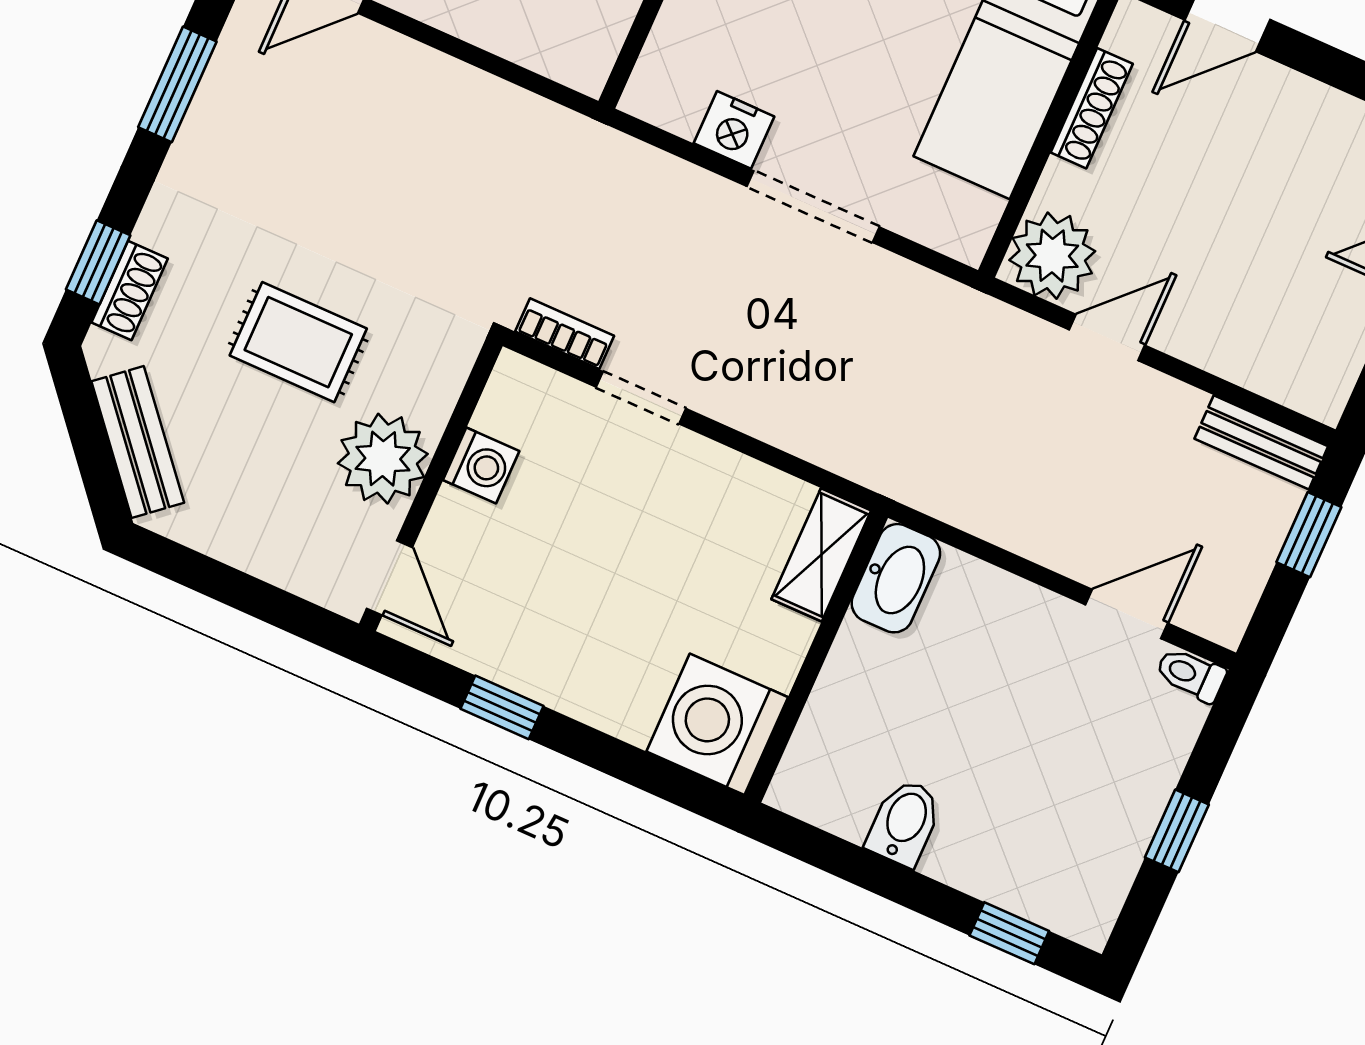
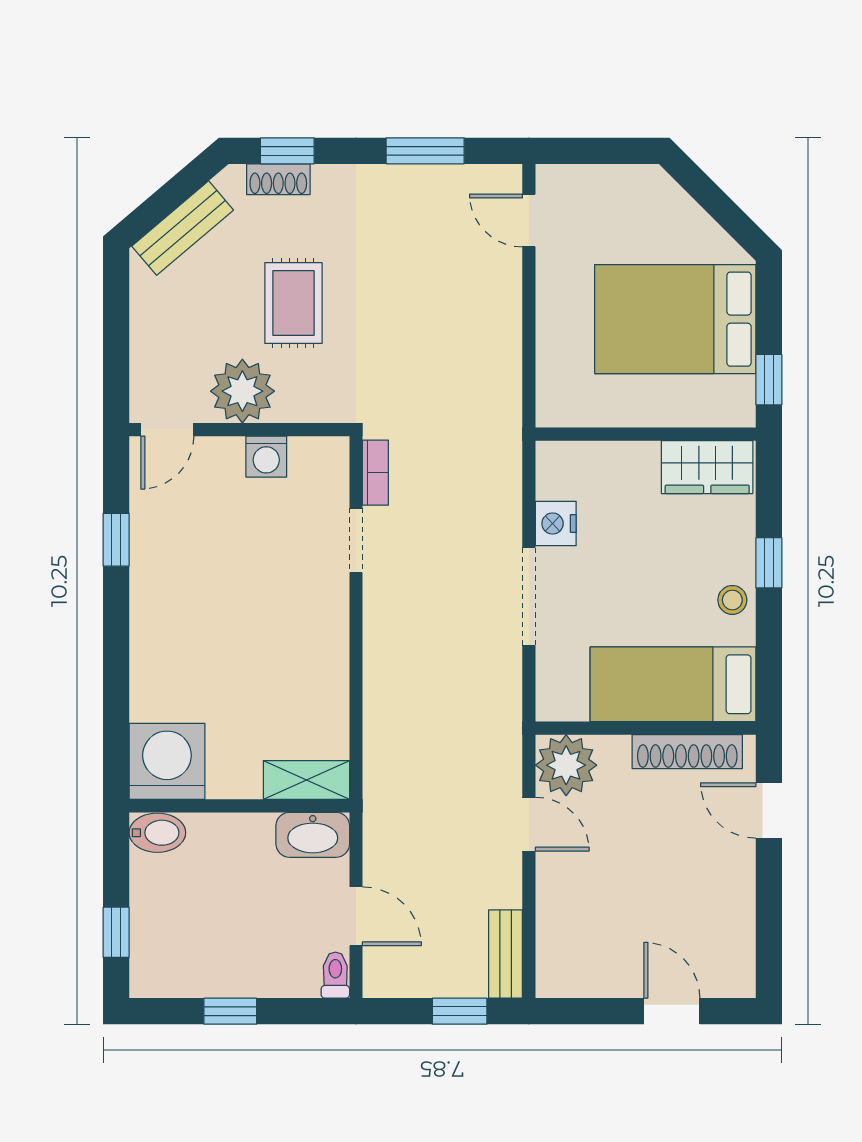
shoe rack: (1092, 108) -> (687, 752), width x1.36, depth x1.24
shelving: (821, 555) -> (306, 780), moved
washbasin: (896, 578) -> (313, 835), moved
wall: (816, 657) -> (239, 806), moved
washing machine: (717, 724) -> (167, 761), moved

